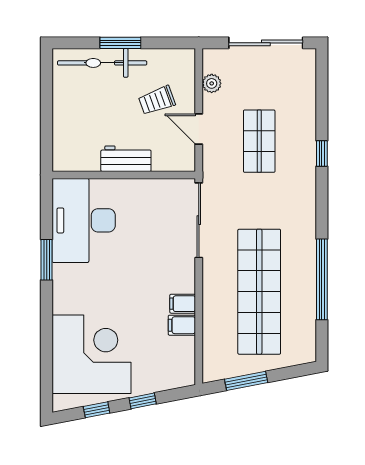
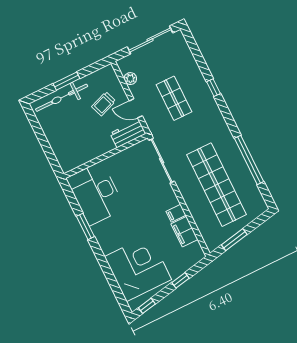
workbench: (126, 159) -> (128, 133), moved
filing cabinet: (182, 325) -> (184, 232), width x2.00
window: (97, 410) -> (147, 306), moved

